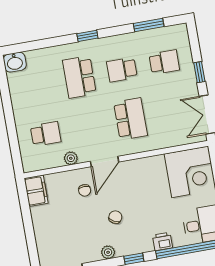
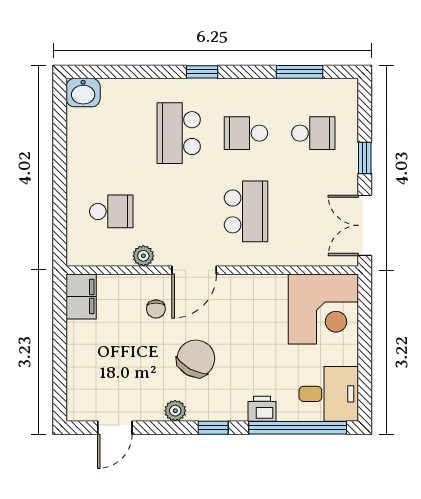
chair: (115, 217) -> (196, 359), width x1.87, depth x1.87

